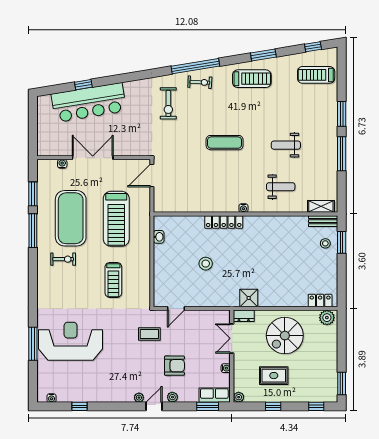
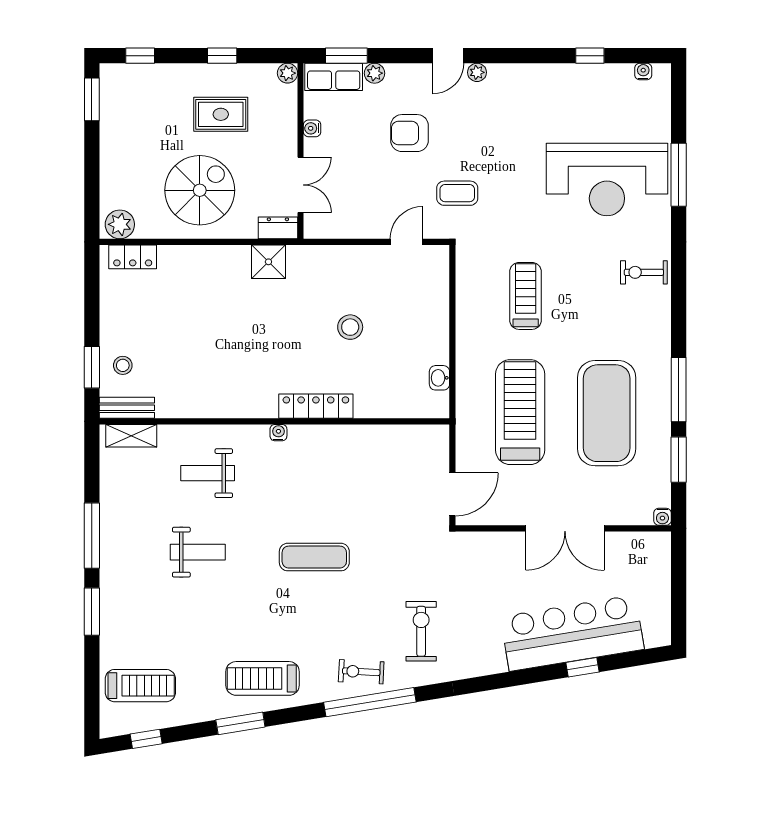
water cooler: (62, 164) -> (662, 517), moved
exercise bike: (63, 259) -> (644, 272), moved
plant: (172, 397) -> (375, 73), moved

